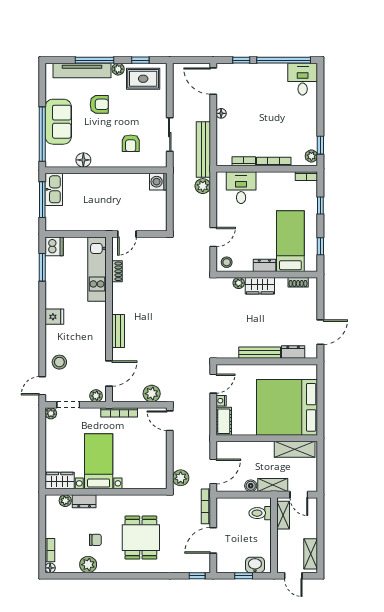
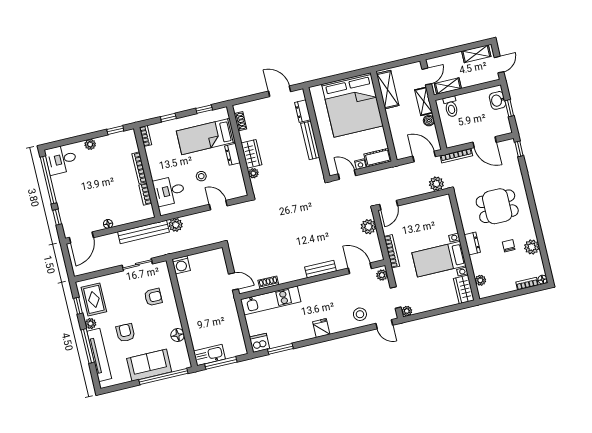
plant: (311, 156) -> (90, 144), moved
stool: (227, 262) -> (201, 176), moved
dresser: (84, 501) -> (472, 243), moved

